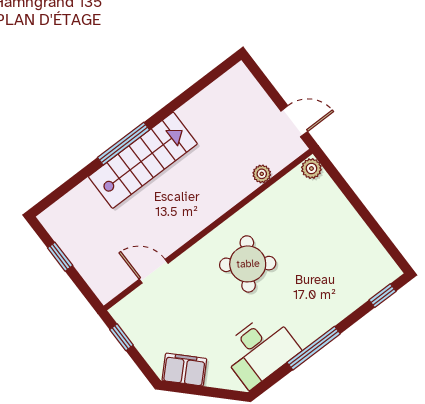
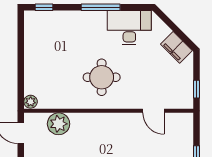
plant: (262, 174) -> (59, 124), width x1.87, depth x1.87
round table: (248, 264) -> (102, 77), turned -35

